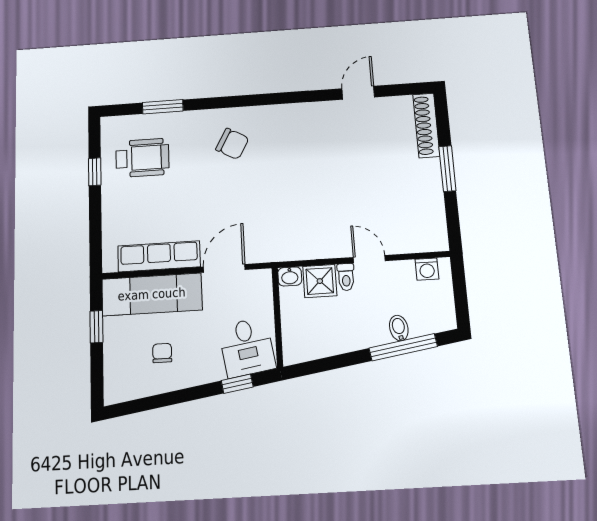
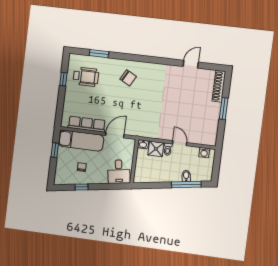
window: (237, 384) -> (82, 187), moved

